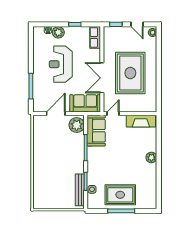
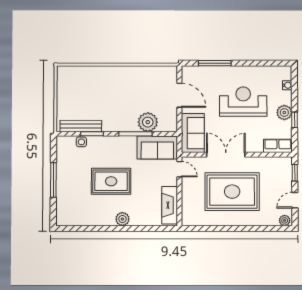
plant: (58, 32) -> (284, 112), moved
plant: (77, 125) -> (148, 122), moved
rug: (120, 195) -> (111, 181), moved, turned 90

